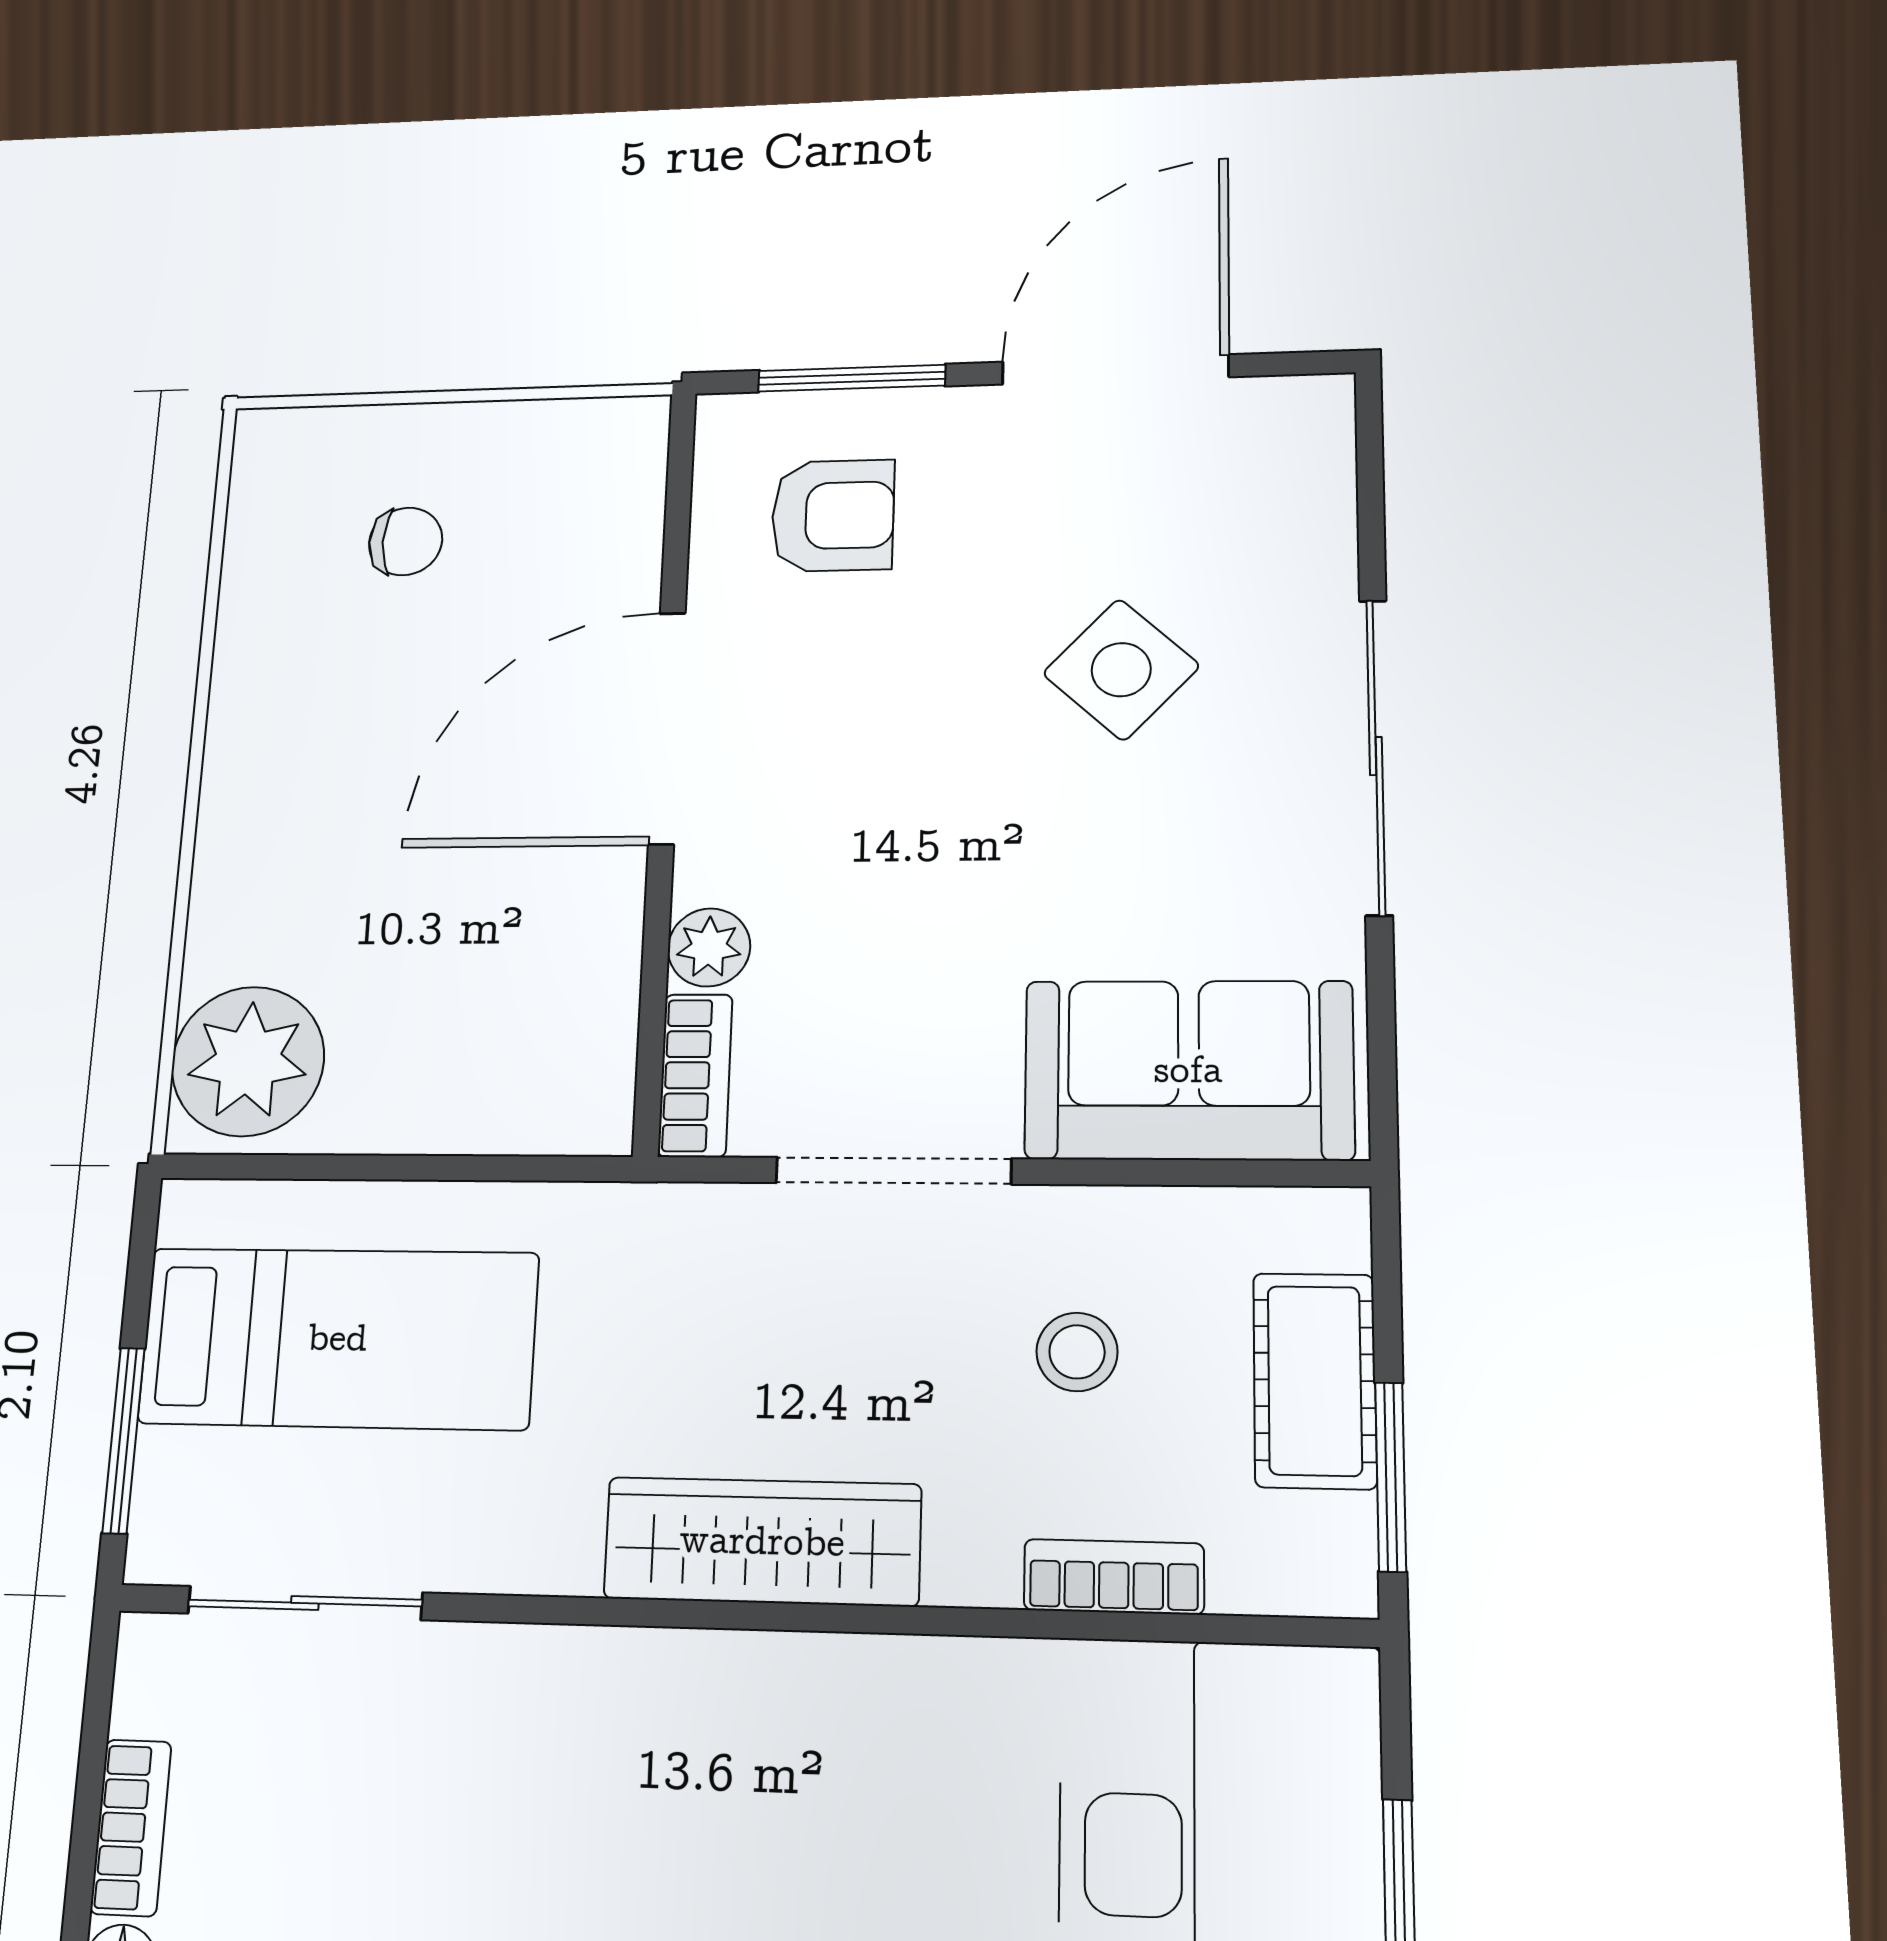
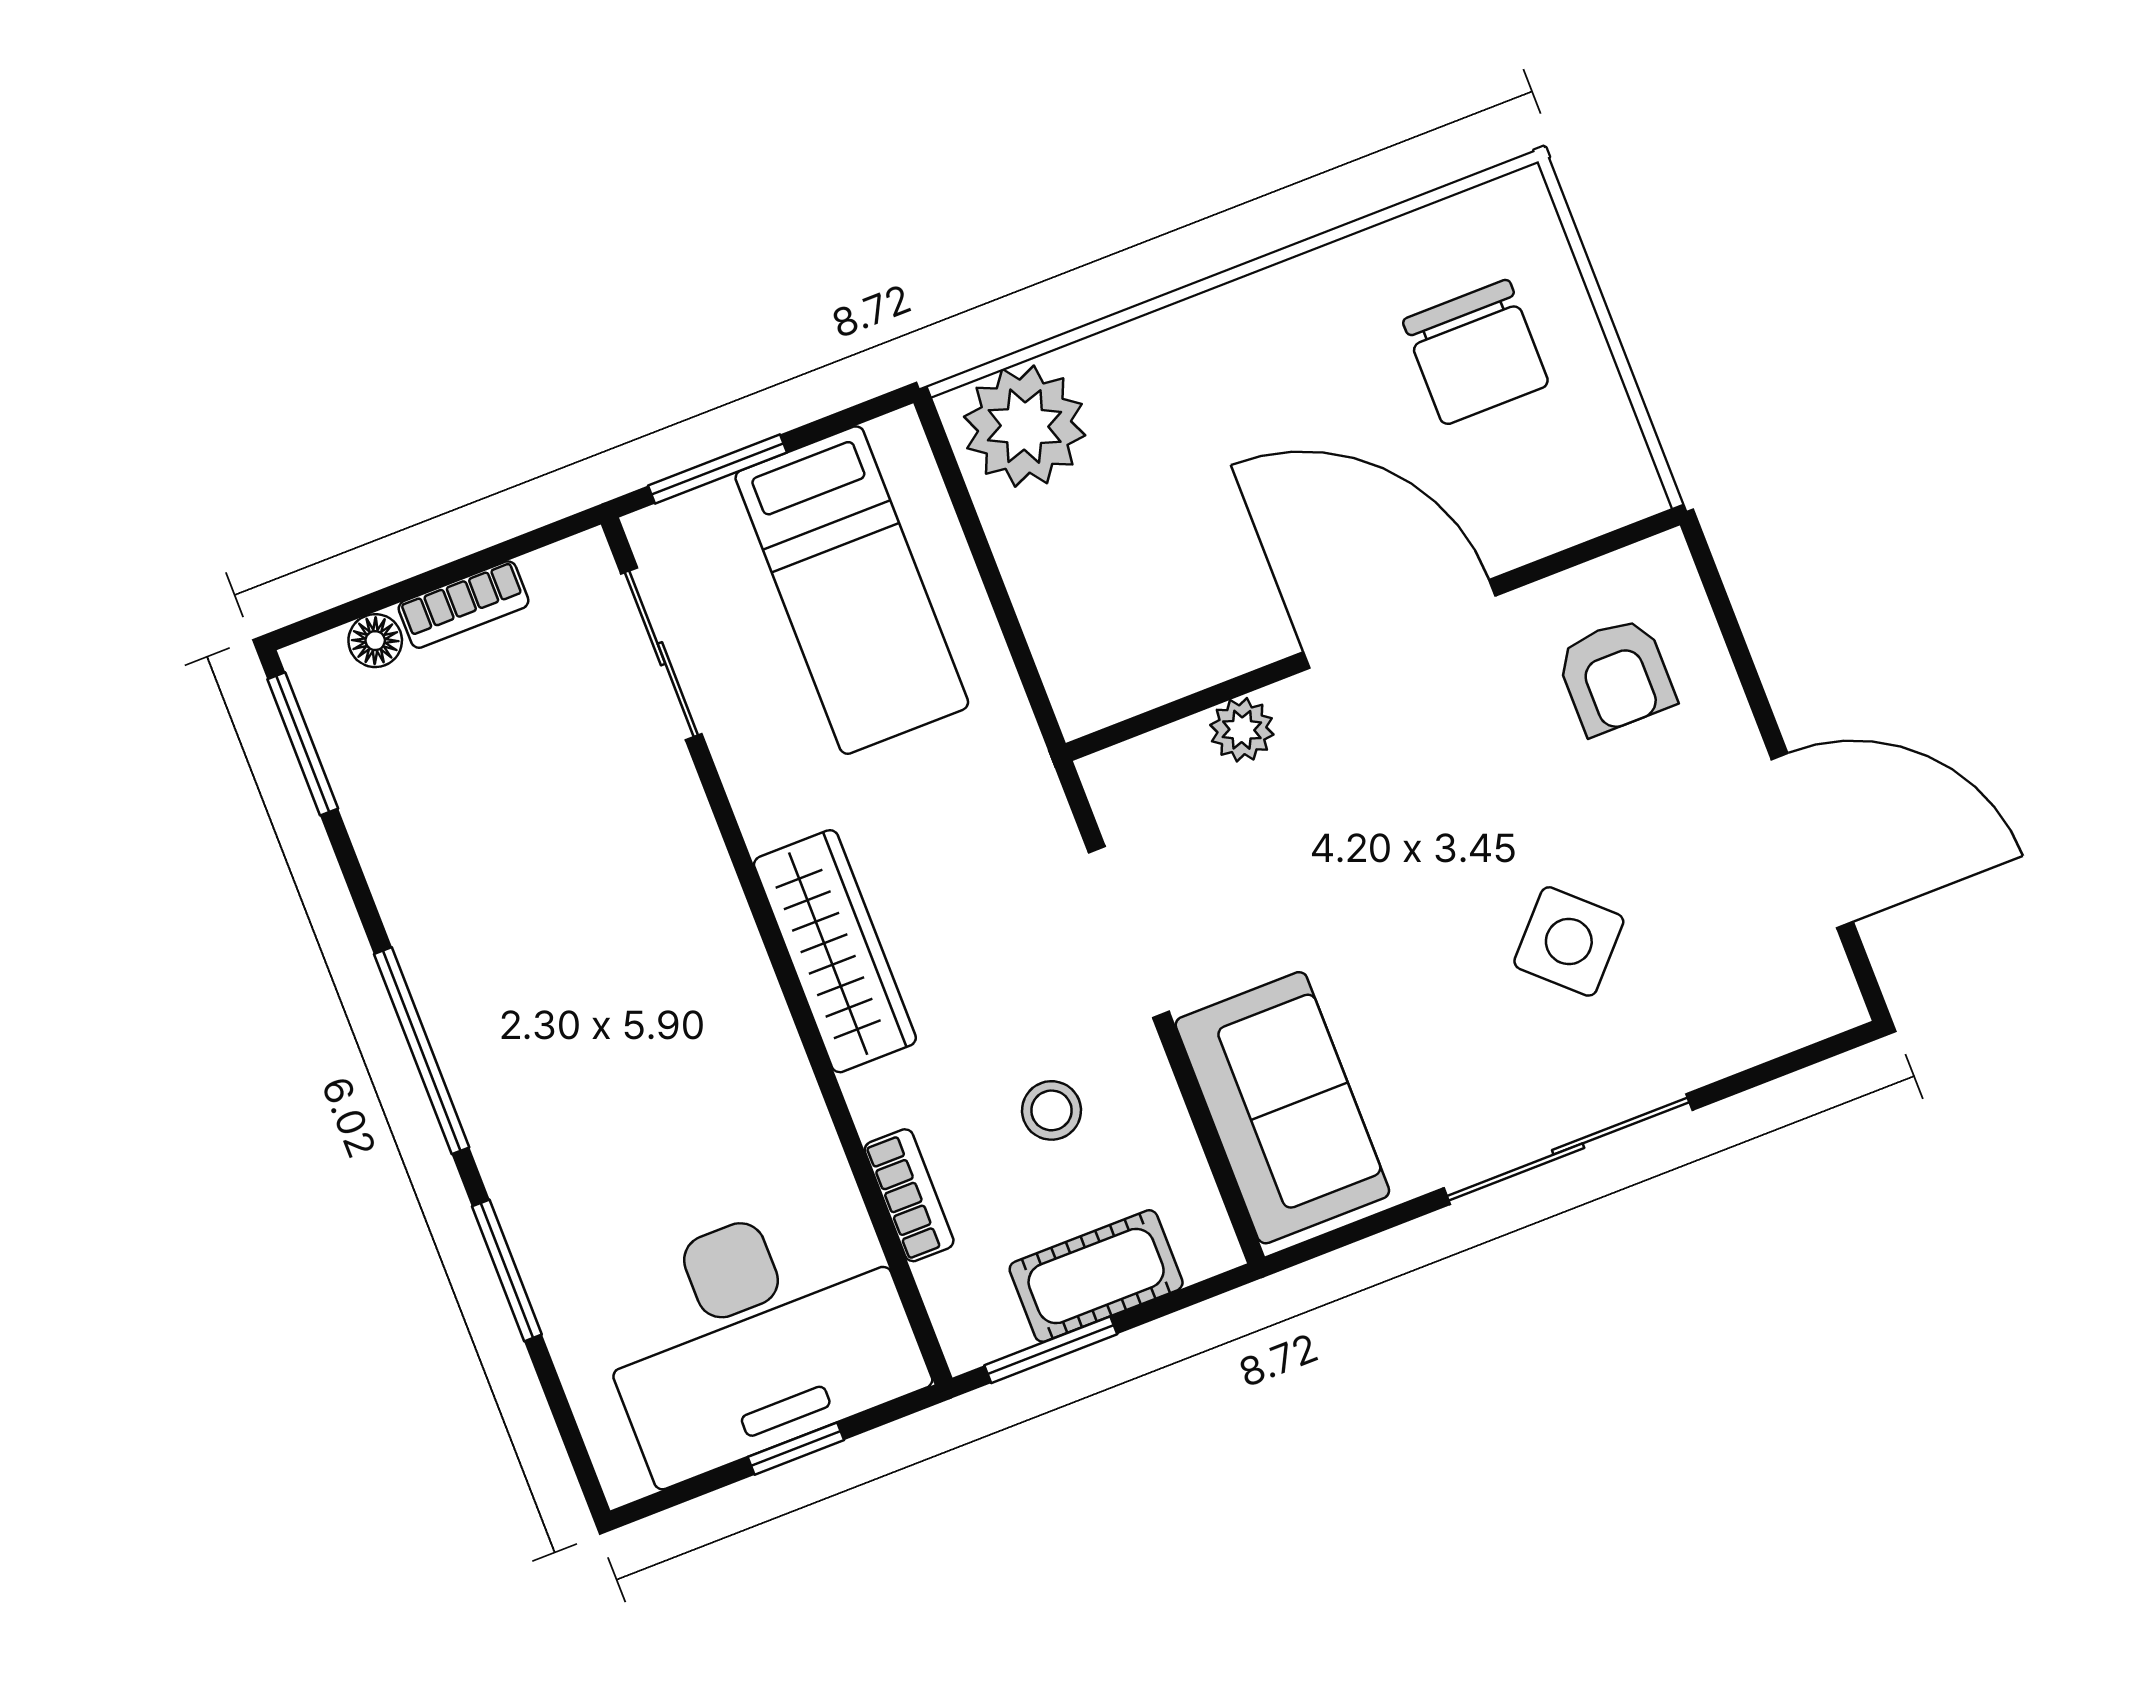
window: (852, 378) -> (1735, 642), removed
chair: (406, 541) -> (1476, 352), width x1.87, depth x1.87
bookcase: (695, 1075) -> (1143, 762), removed

